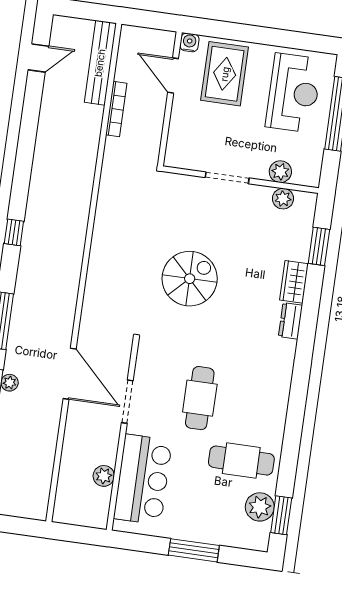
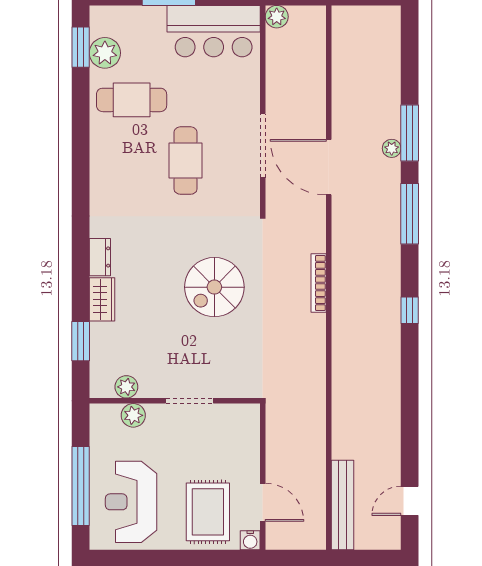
bookcase: (116, 109) -> (319, 283), moved
doorway: (127, 402) -> (263, 146), width x1.36
plant: (104, 476) -> (277, 17), moved
bar counter: (143, 479) -> (214, 31), moved, turned -90

